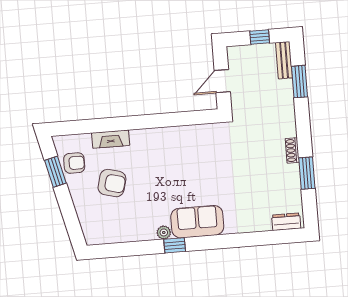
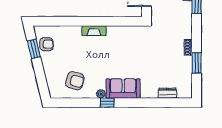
fireplace: (111, 139) -> (94, 31), moved
armchair: (112, 183) -> (75, 81), moved
dresser: (286, 222) -> (167, 93), moved

